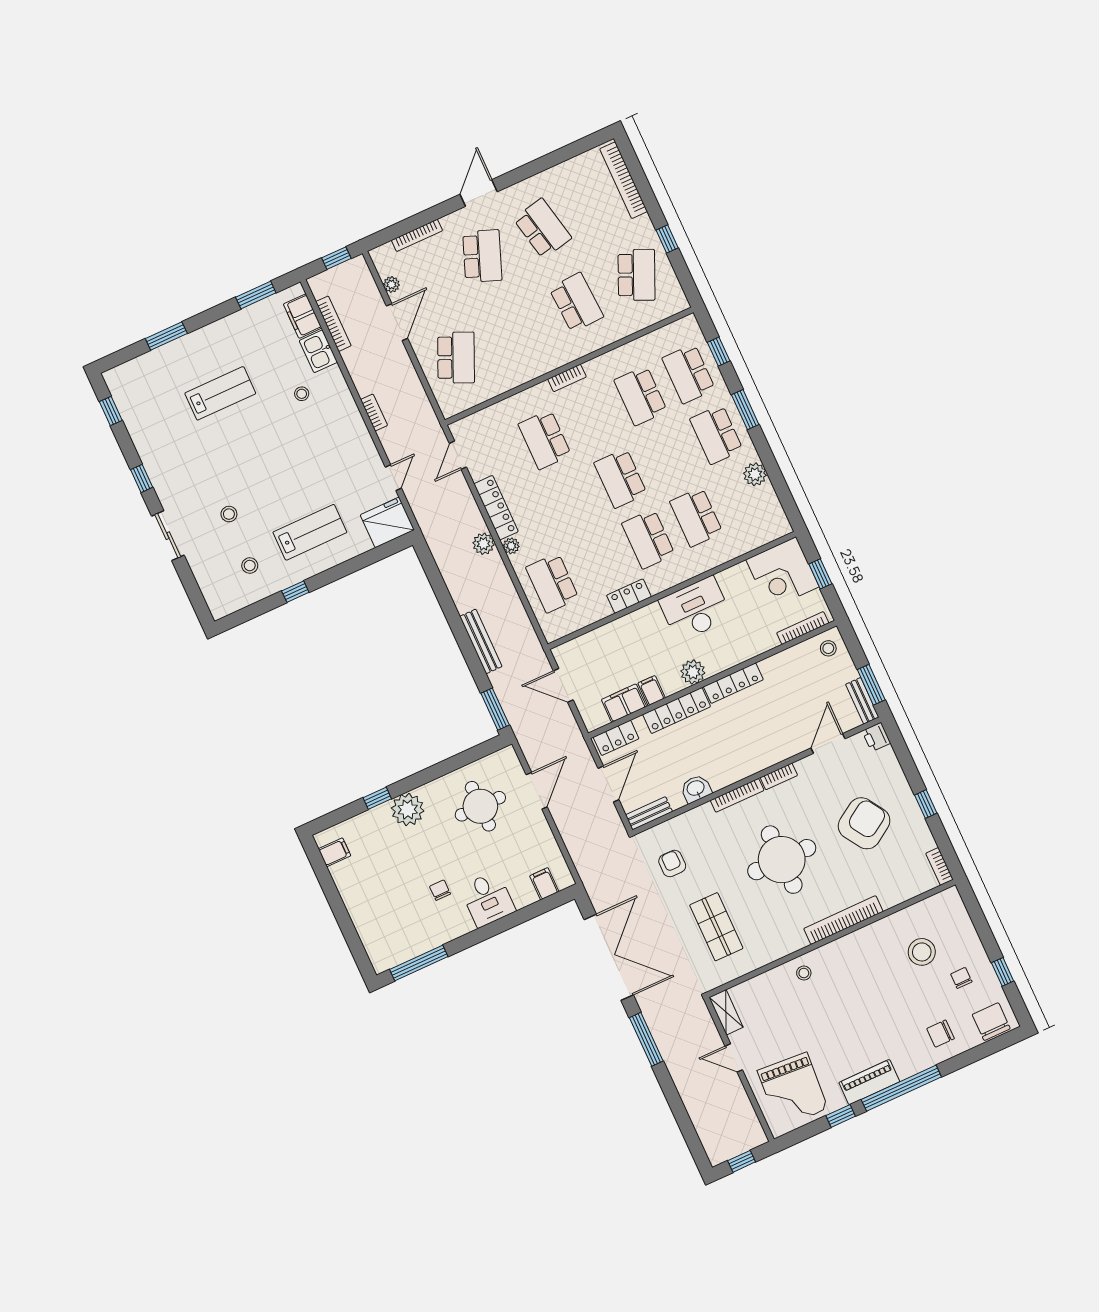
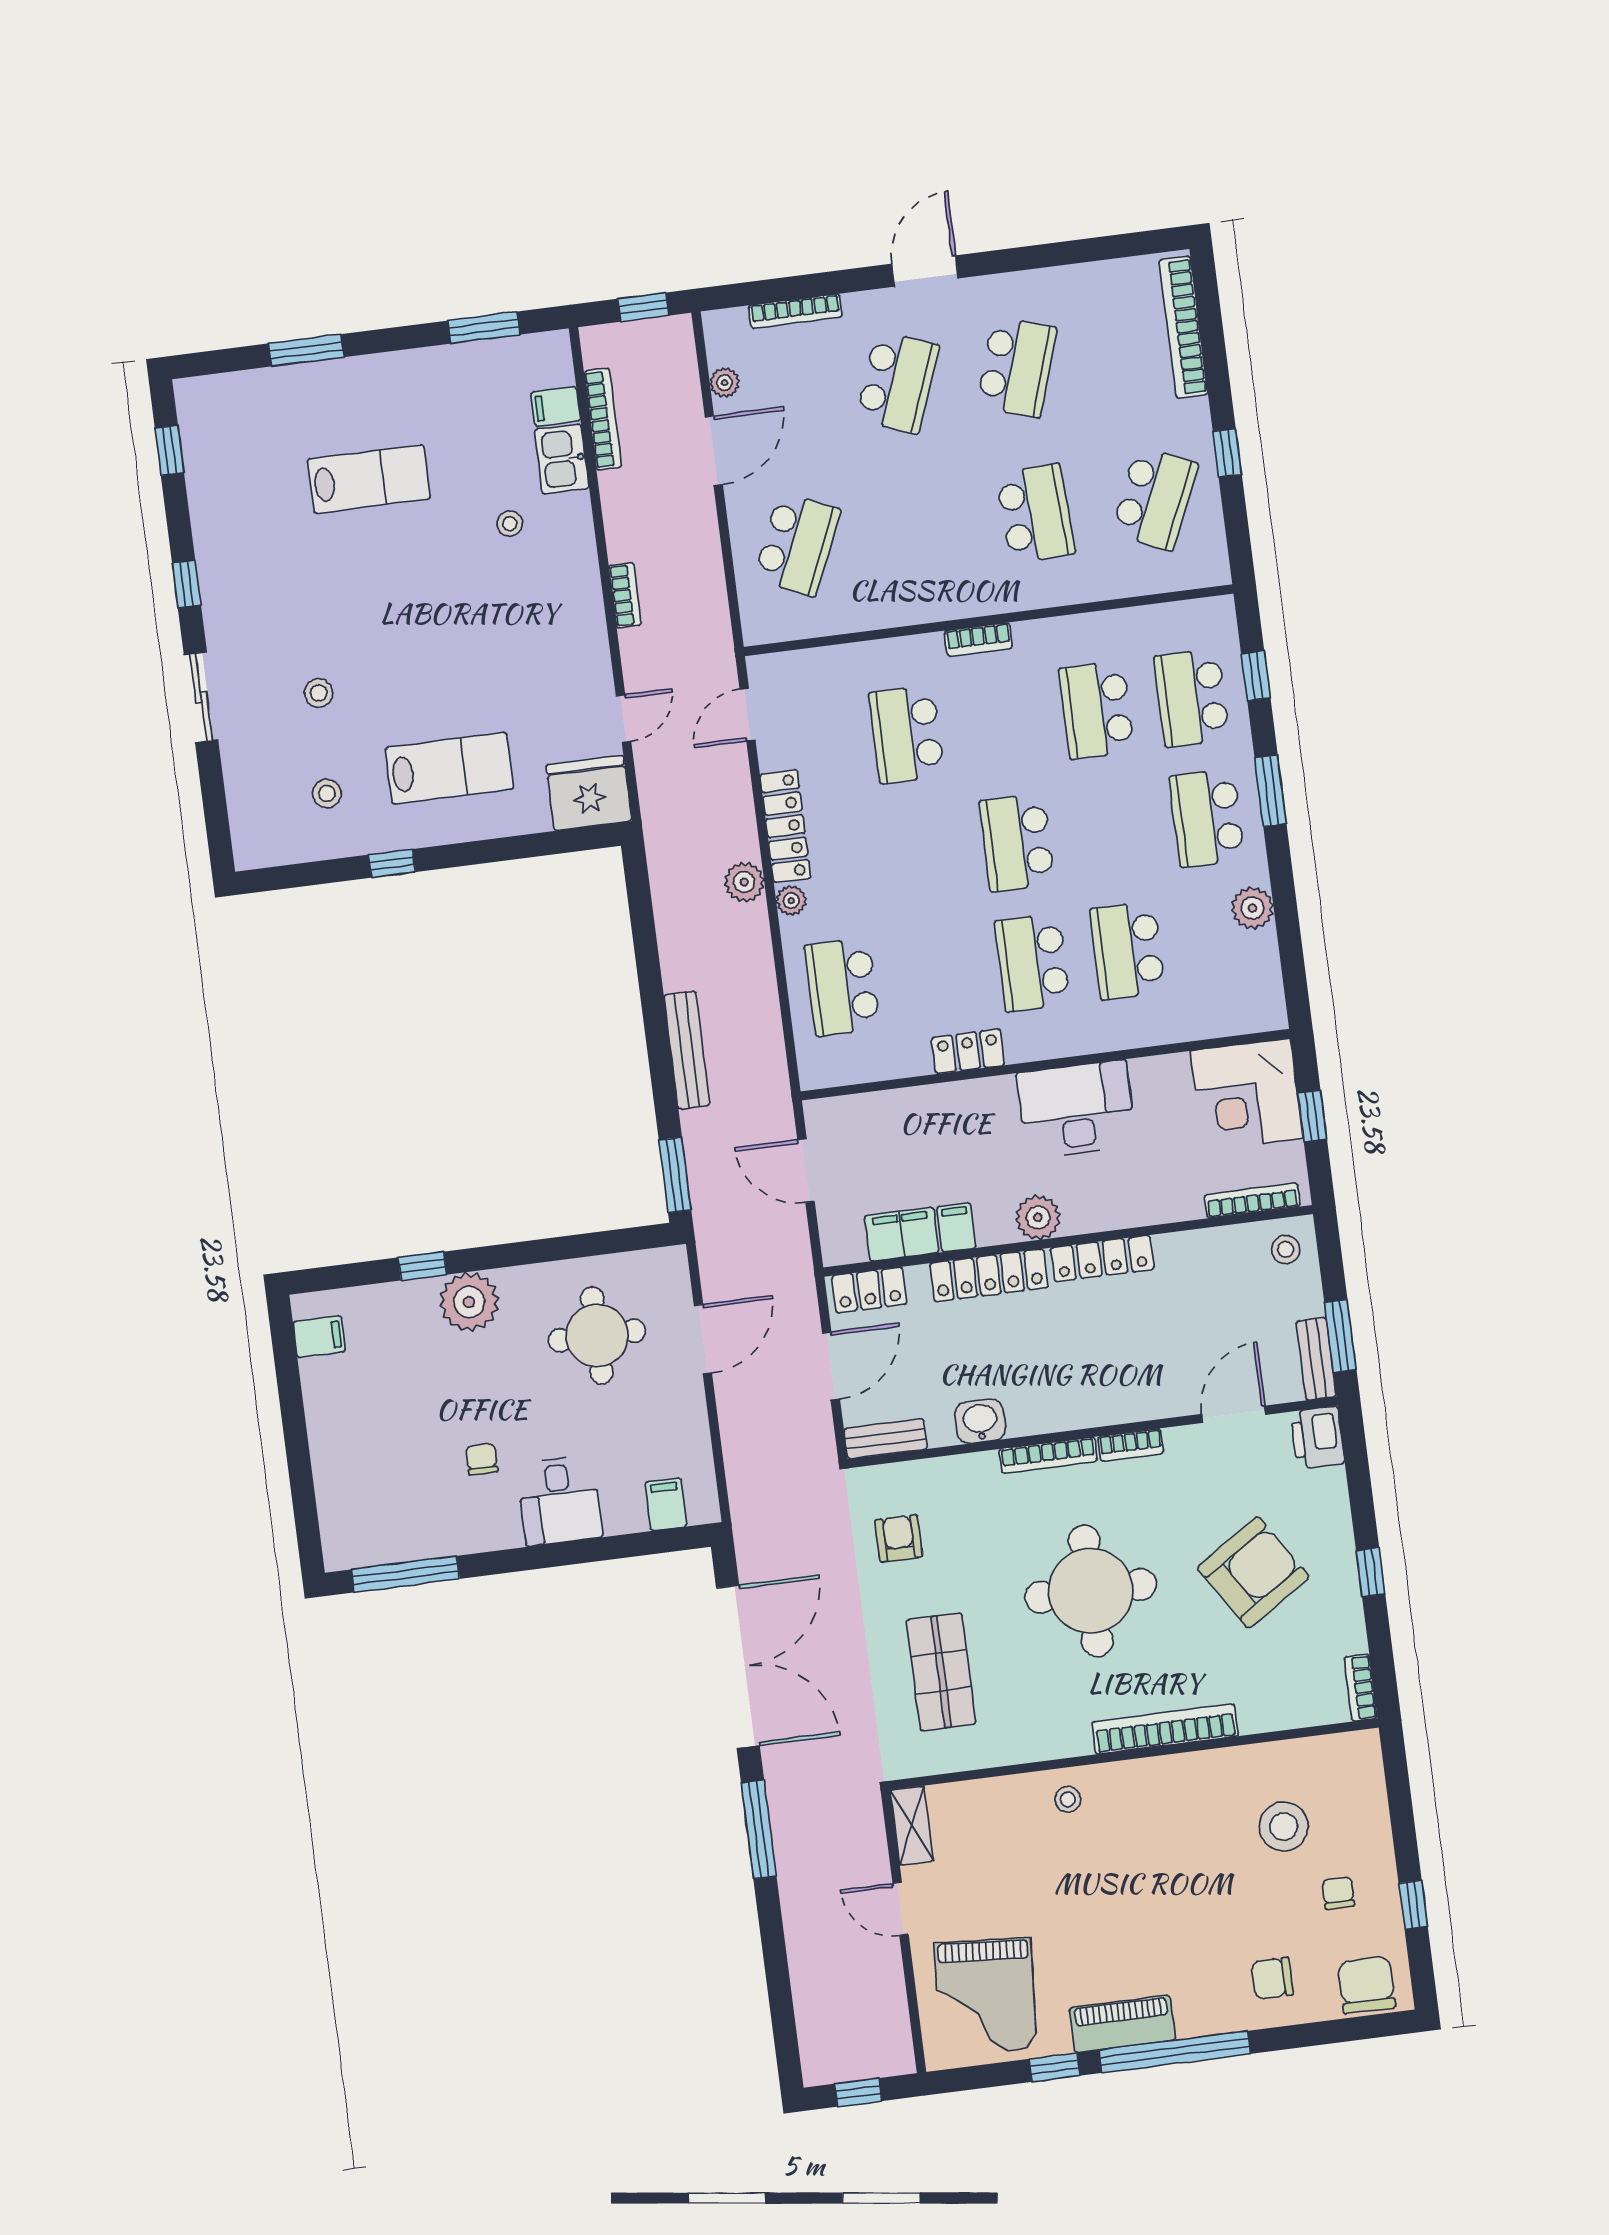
school desk: (542, 228) -> (1017, 367), turned 30
filing cabinet: (303, 316) -> (556, 407), width x0.50
printer: (876, 737) -> (1317, 1438), width x1.36, depth x1.24

